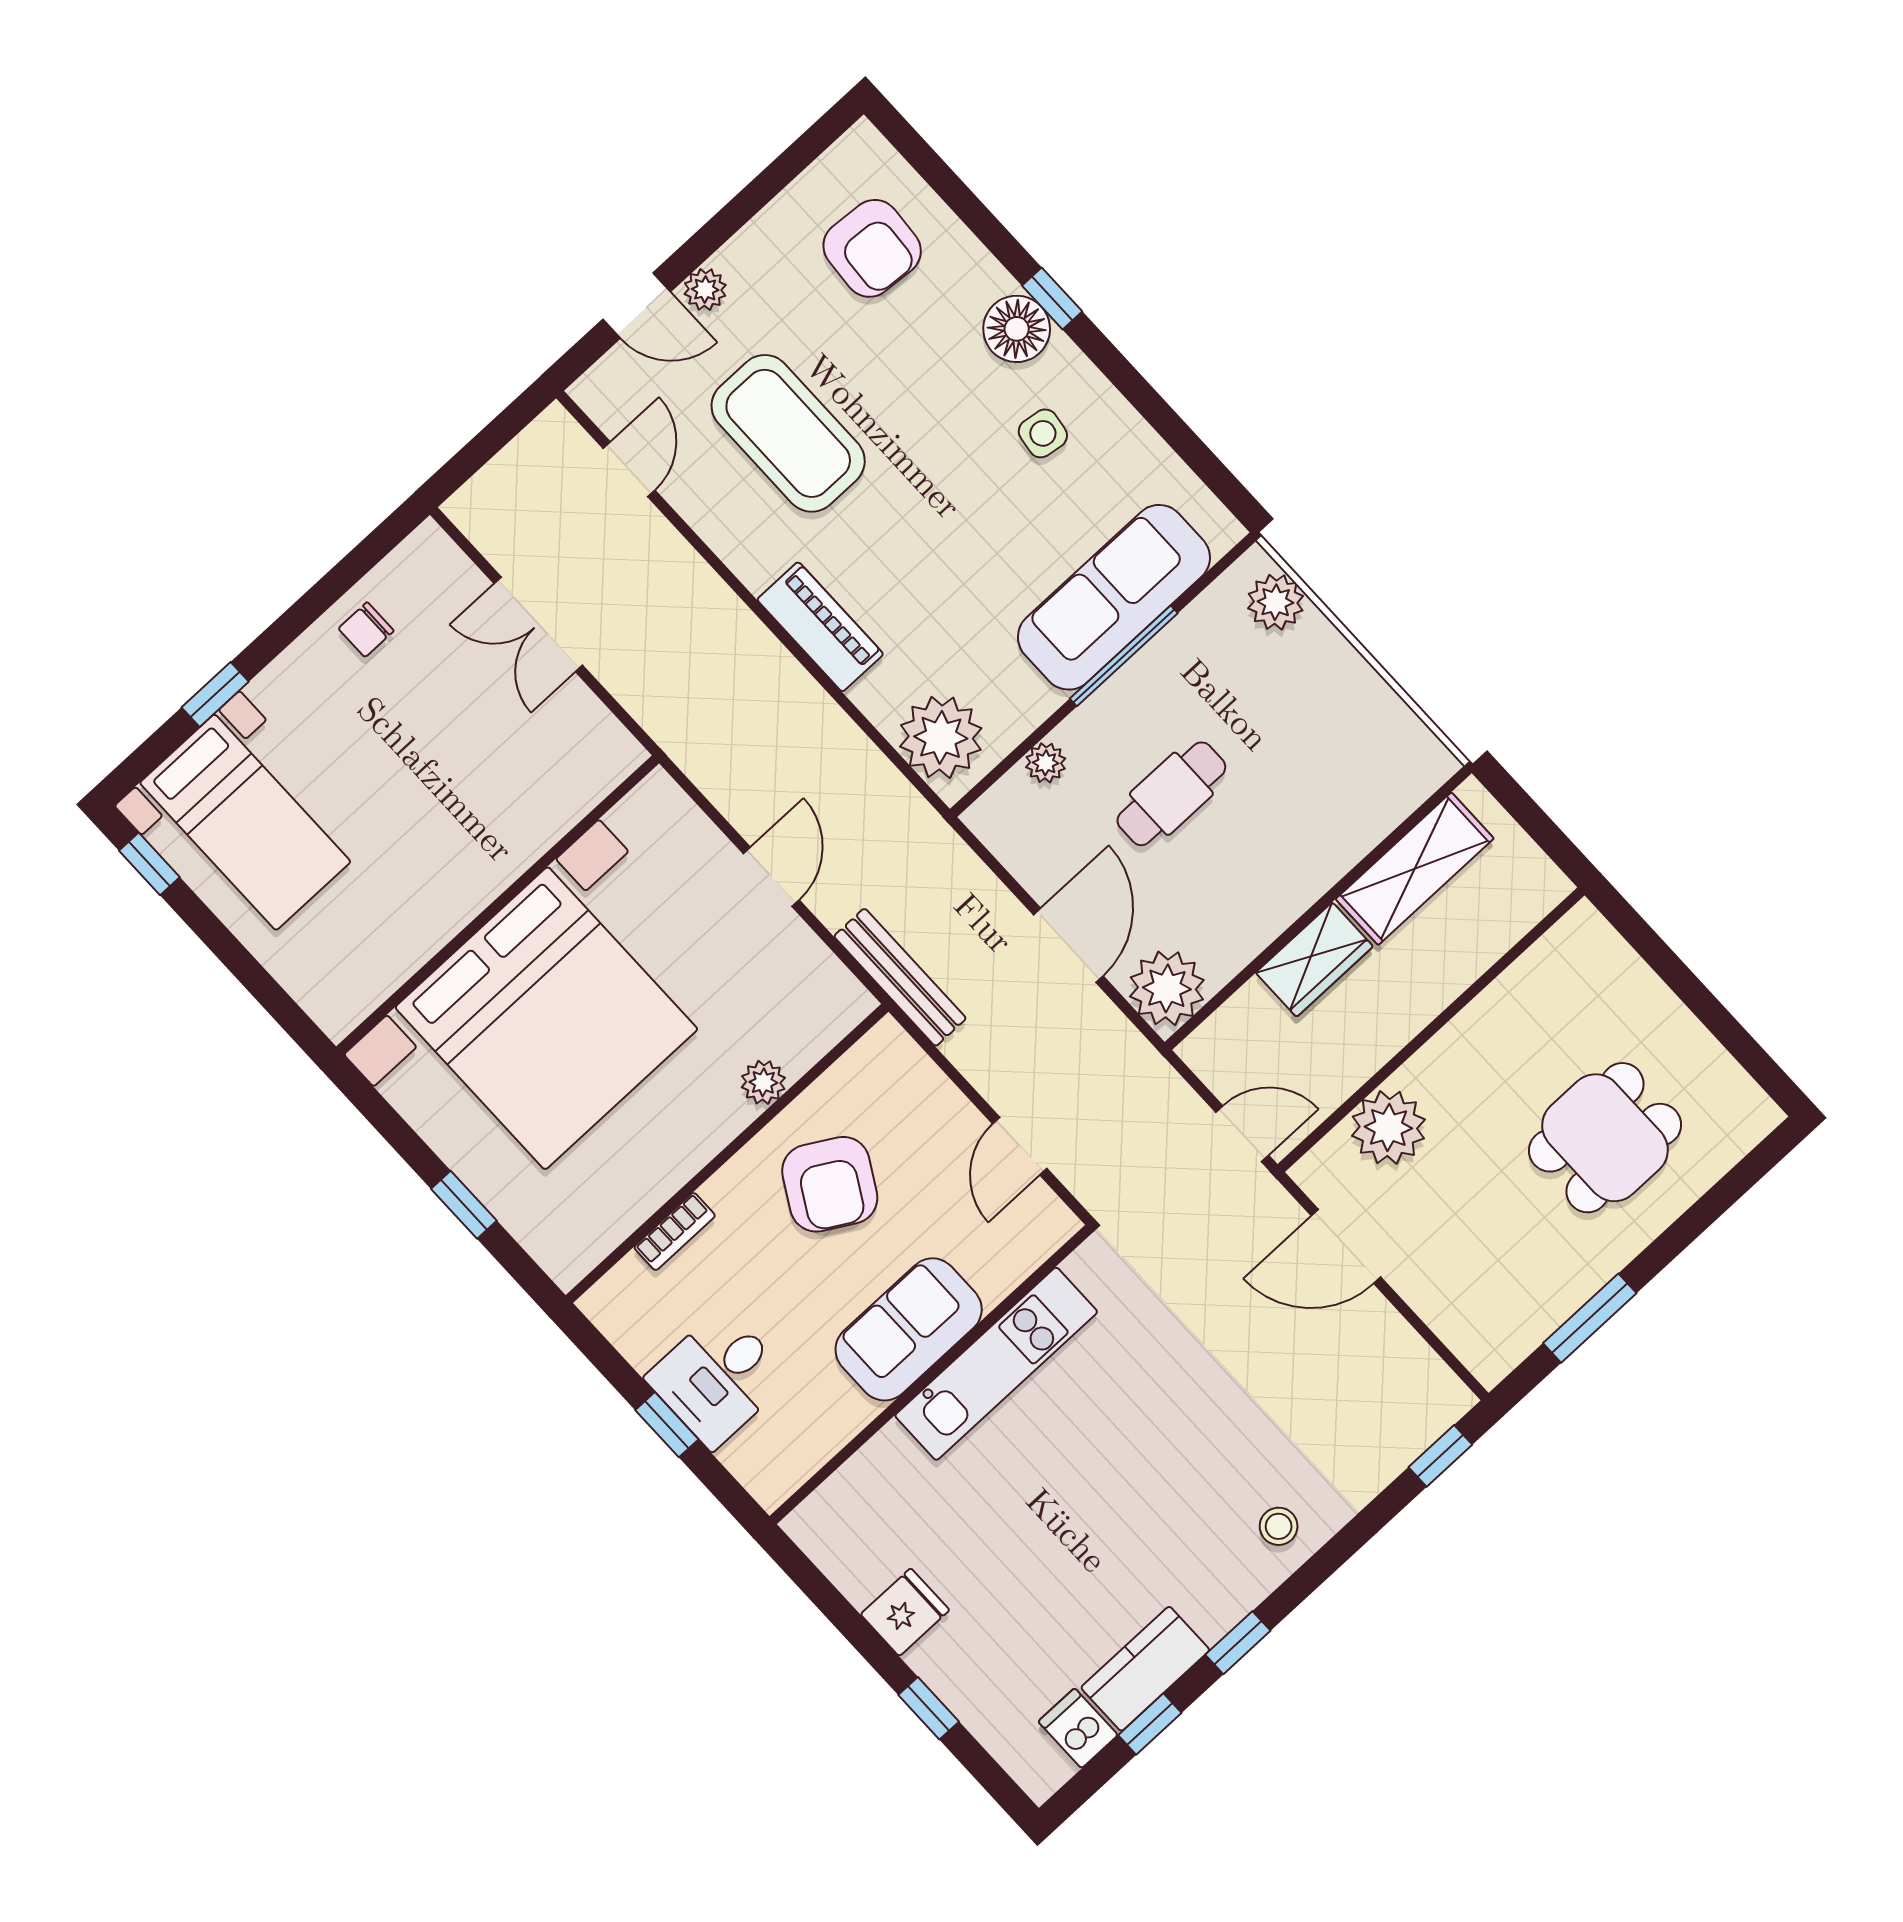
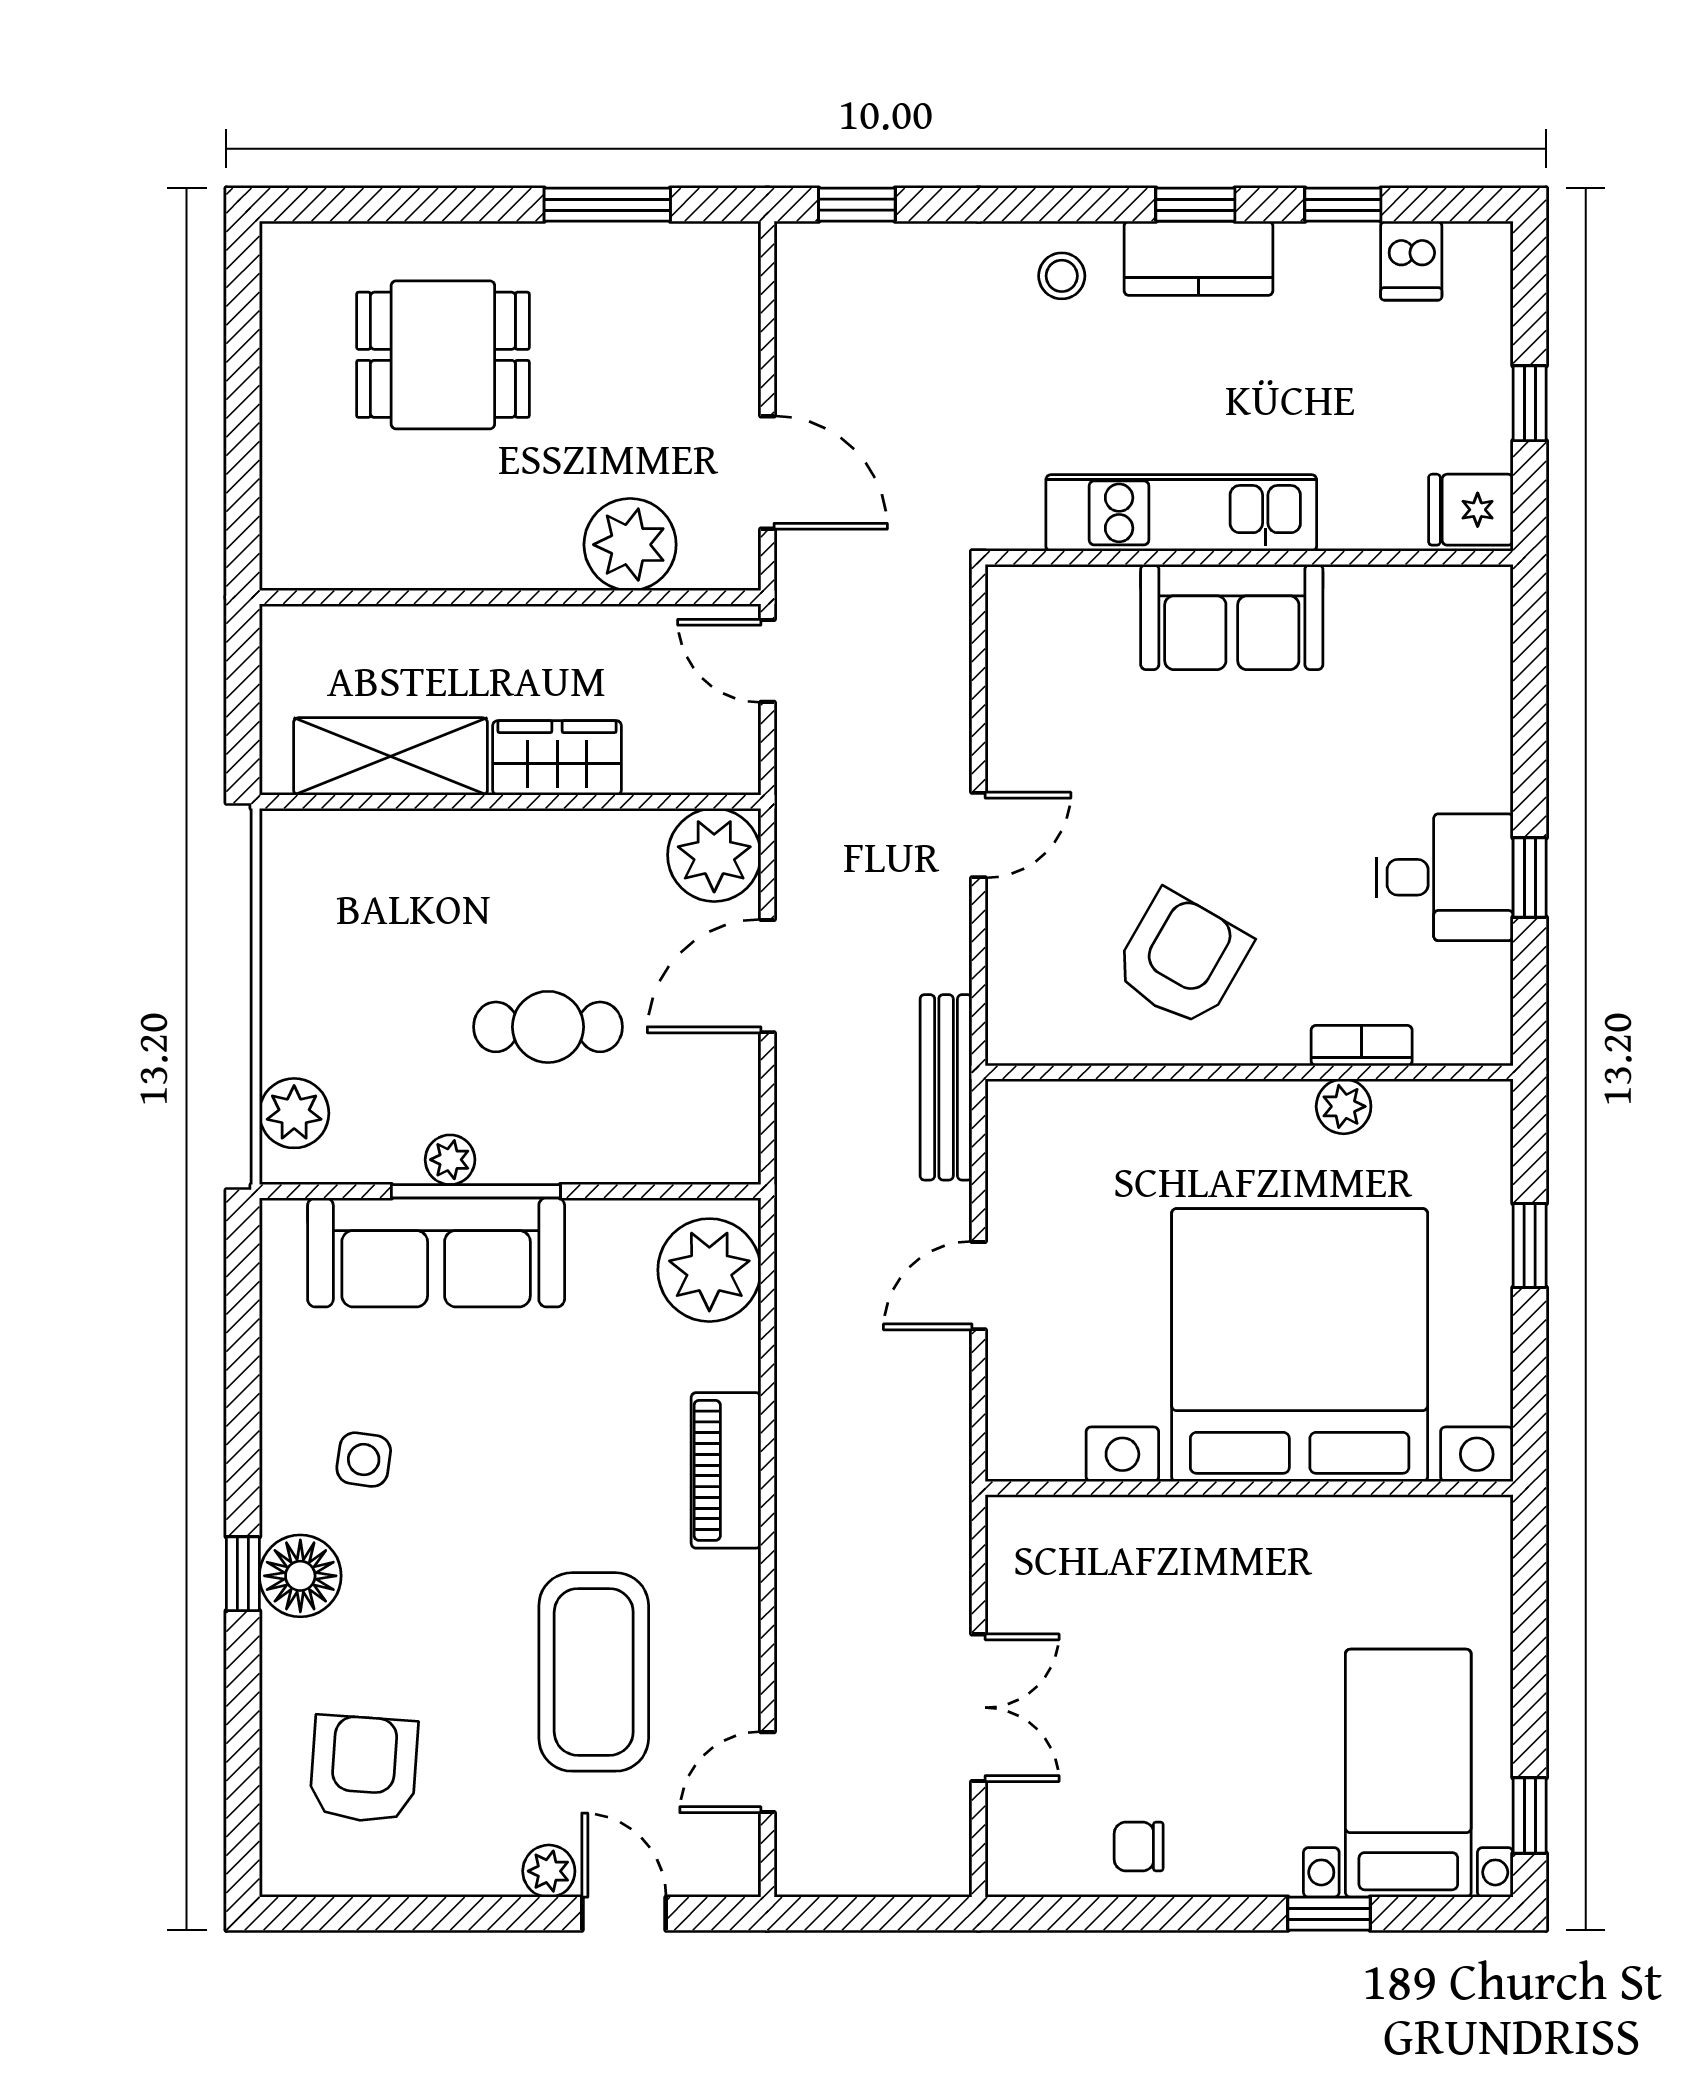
chair: (366, 630) -> (1139, 1846), turned 180
plant: (1046, 763) -> (450, 1160), moved
plant: (763, 1082) -> (1344, 1106), moved
sofa: (909, 1329) -> (1232, 617), moved
kitchen unit: (996, 1364) -> (1181, 513), moved
wall: (931, 1374) -> (1249, 558), moved
kitchen counter: (1145, 1669) -> (1199, 258), moved

